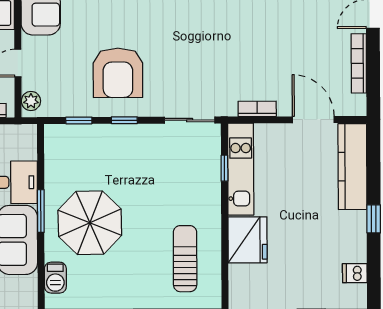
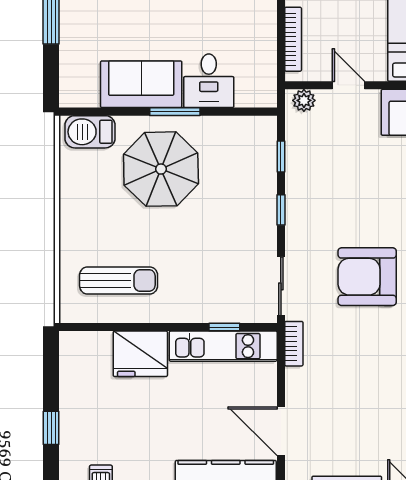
armchair: (118, 73) -> (367, 277), moved
bookcase: (257, 109) -> (294, 344), moved
door: (313, 120) -> (281, 431), swing flipped
barbecue: (55, 278) -> (90, 132), width x1.38, depth x1.27

